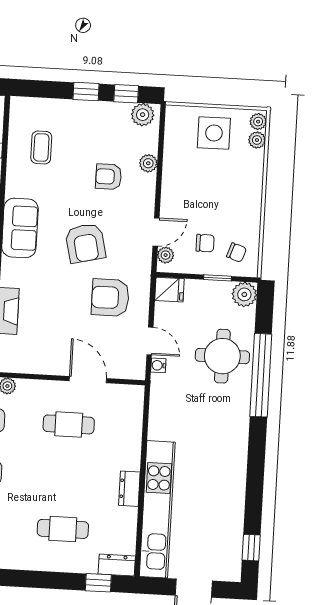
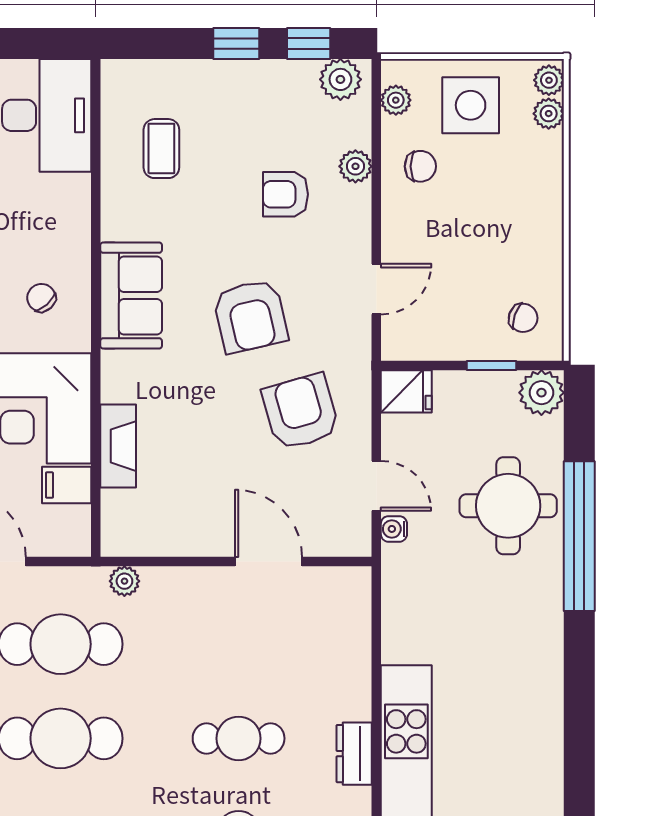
chair: (205, 243) -> (420, 166), moved
plant: (166, 255) -> (396, 100), moved
armchair: (110, 298) -> (301, 412), turned 74
cafe table: (69, 424) -> (239, 738), moved

